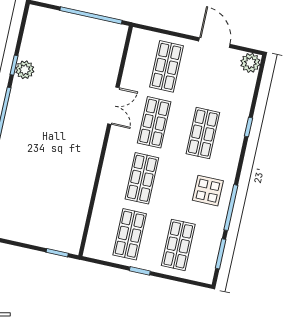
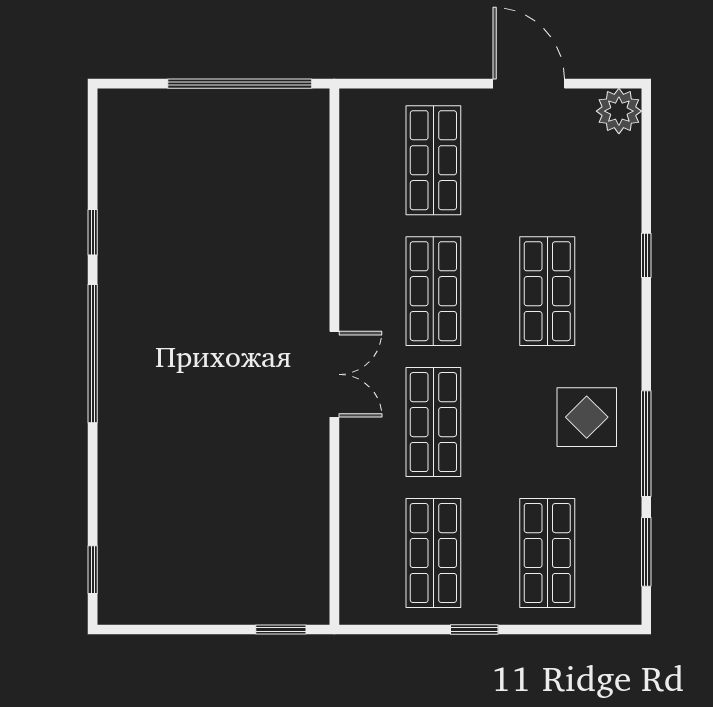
plant: (25, 70) -> (119, 237), removed
double door: (113, 106) -> (334, 374), moved

